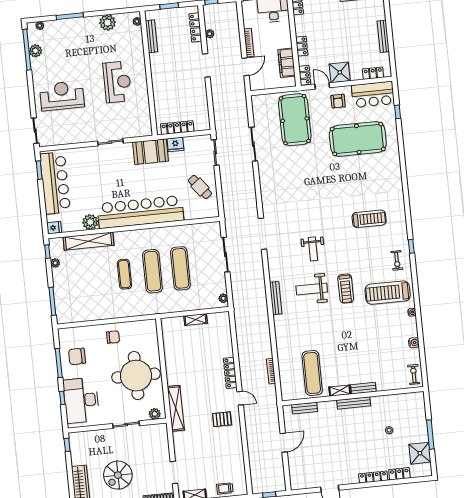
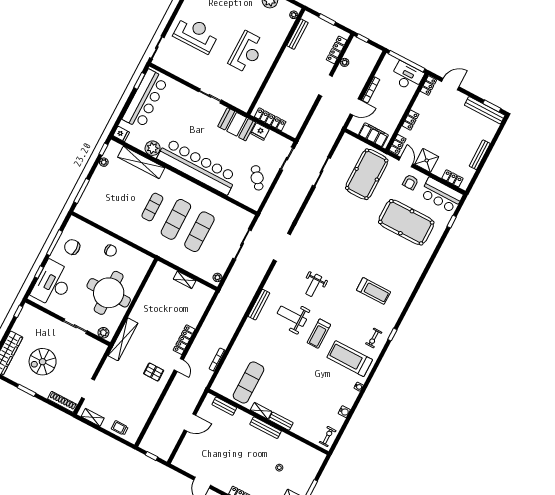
filing cabinet: (287, 63) -> (373, 135), moved, turned 90

